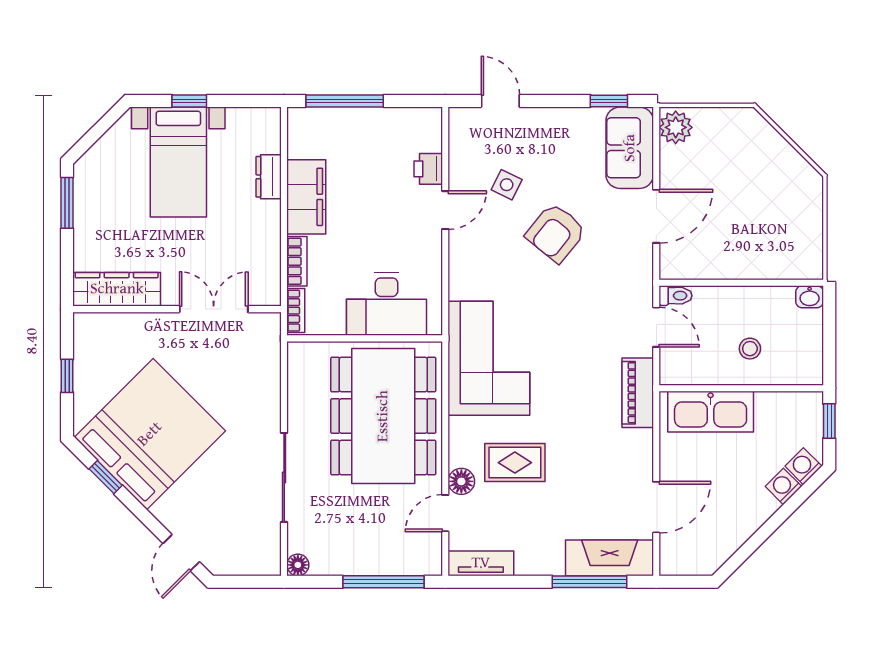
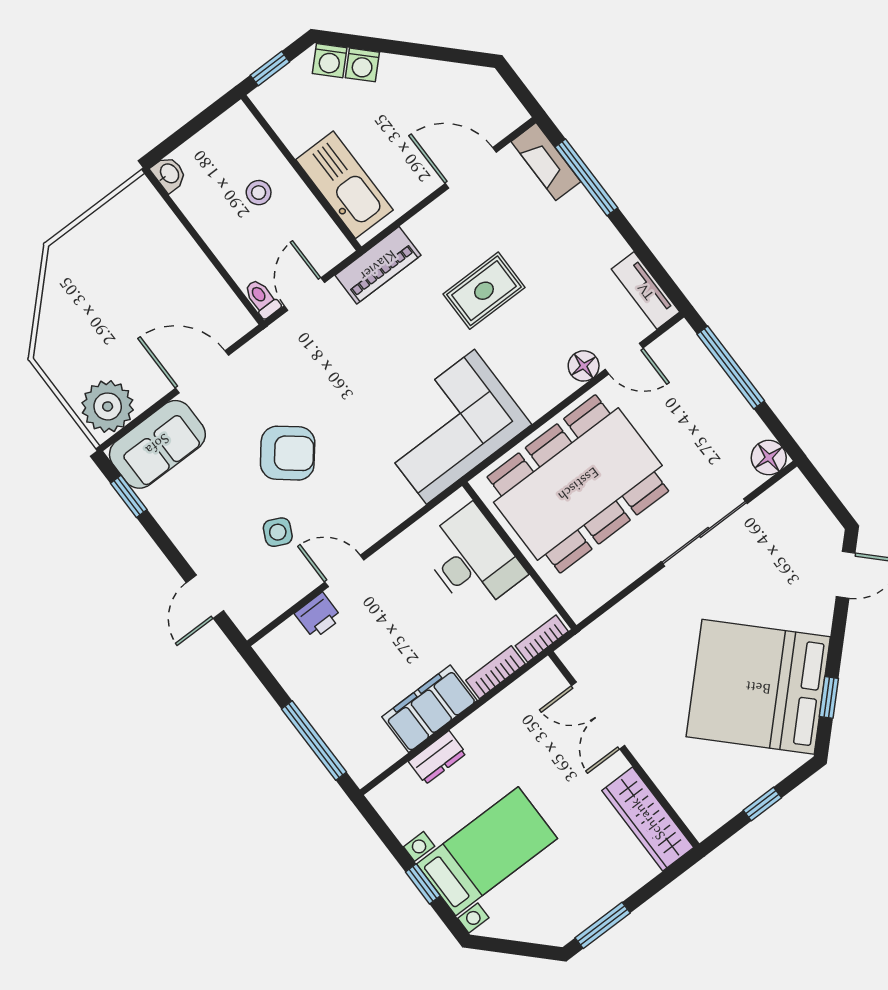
plant: (676, 127) -> (108, 406), width x1.36, depth x1.36
rug: (515, 463) -> (484, 291), moved, turned 90
fireplace: (610, 558) -> (546, 162), width x0.73, depth x0.76
floor lamp: (298, 565) -> (769, 458), width x1.37, depth x1.37

